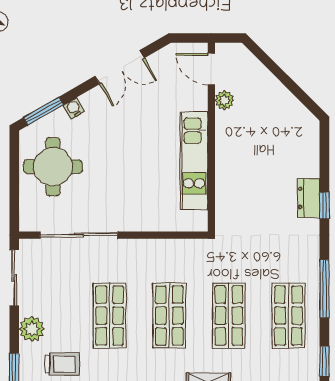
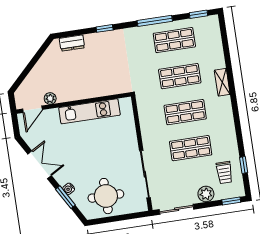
window: (43, 111) -> (65, 197), moved
dresser: (309, 198) -> (72, 43), moved
trolley: (62, 364) -> (224, 172), turned 180

